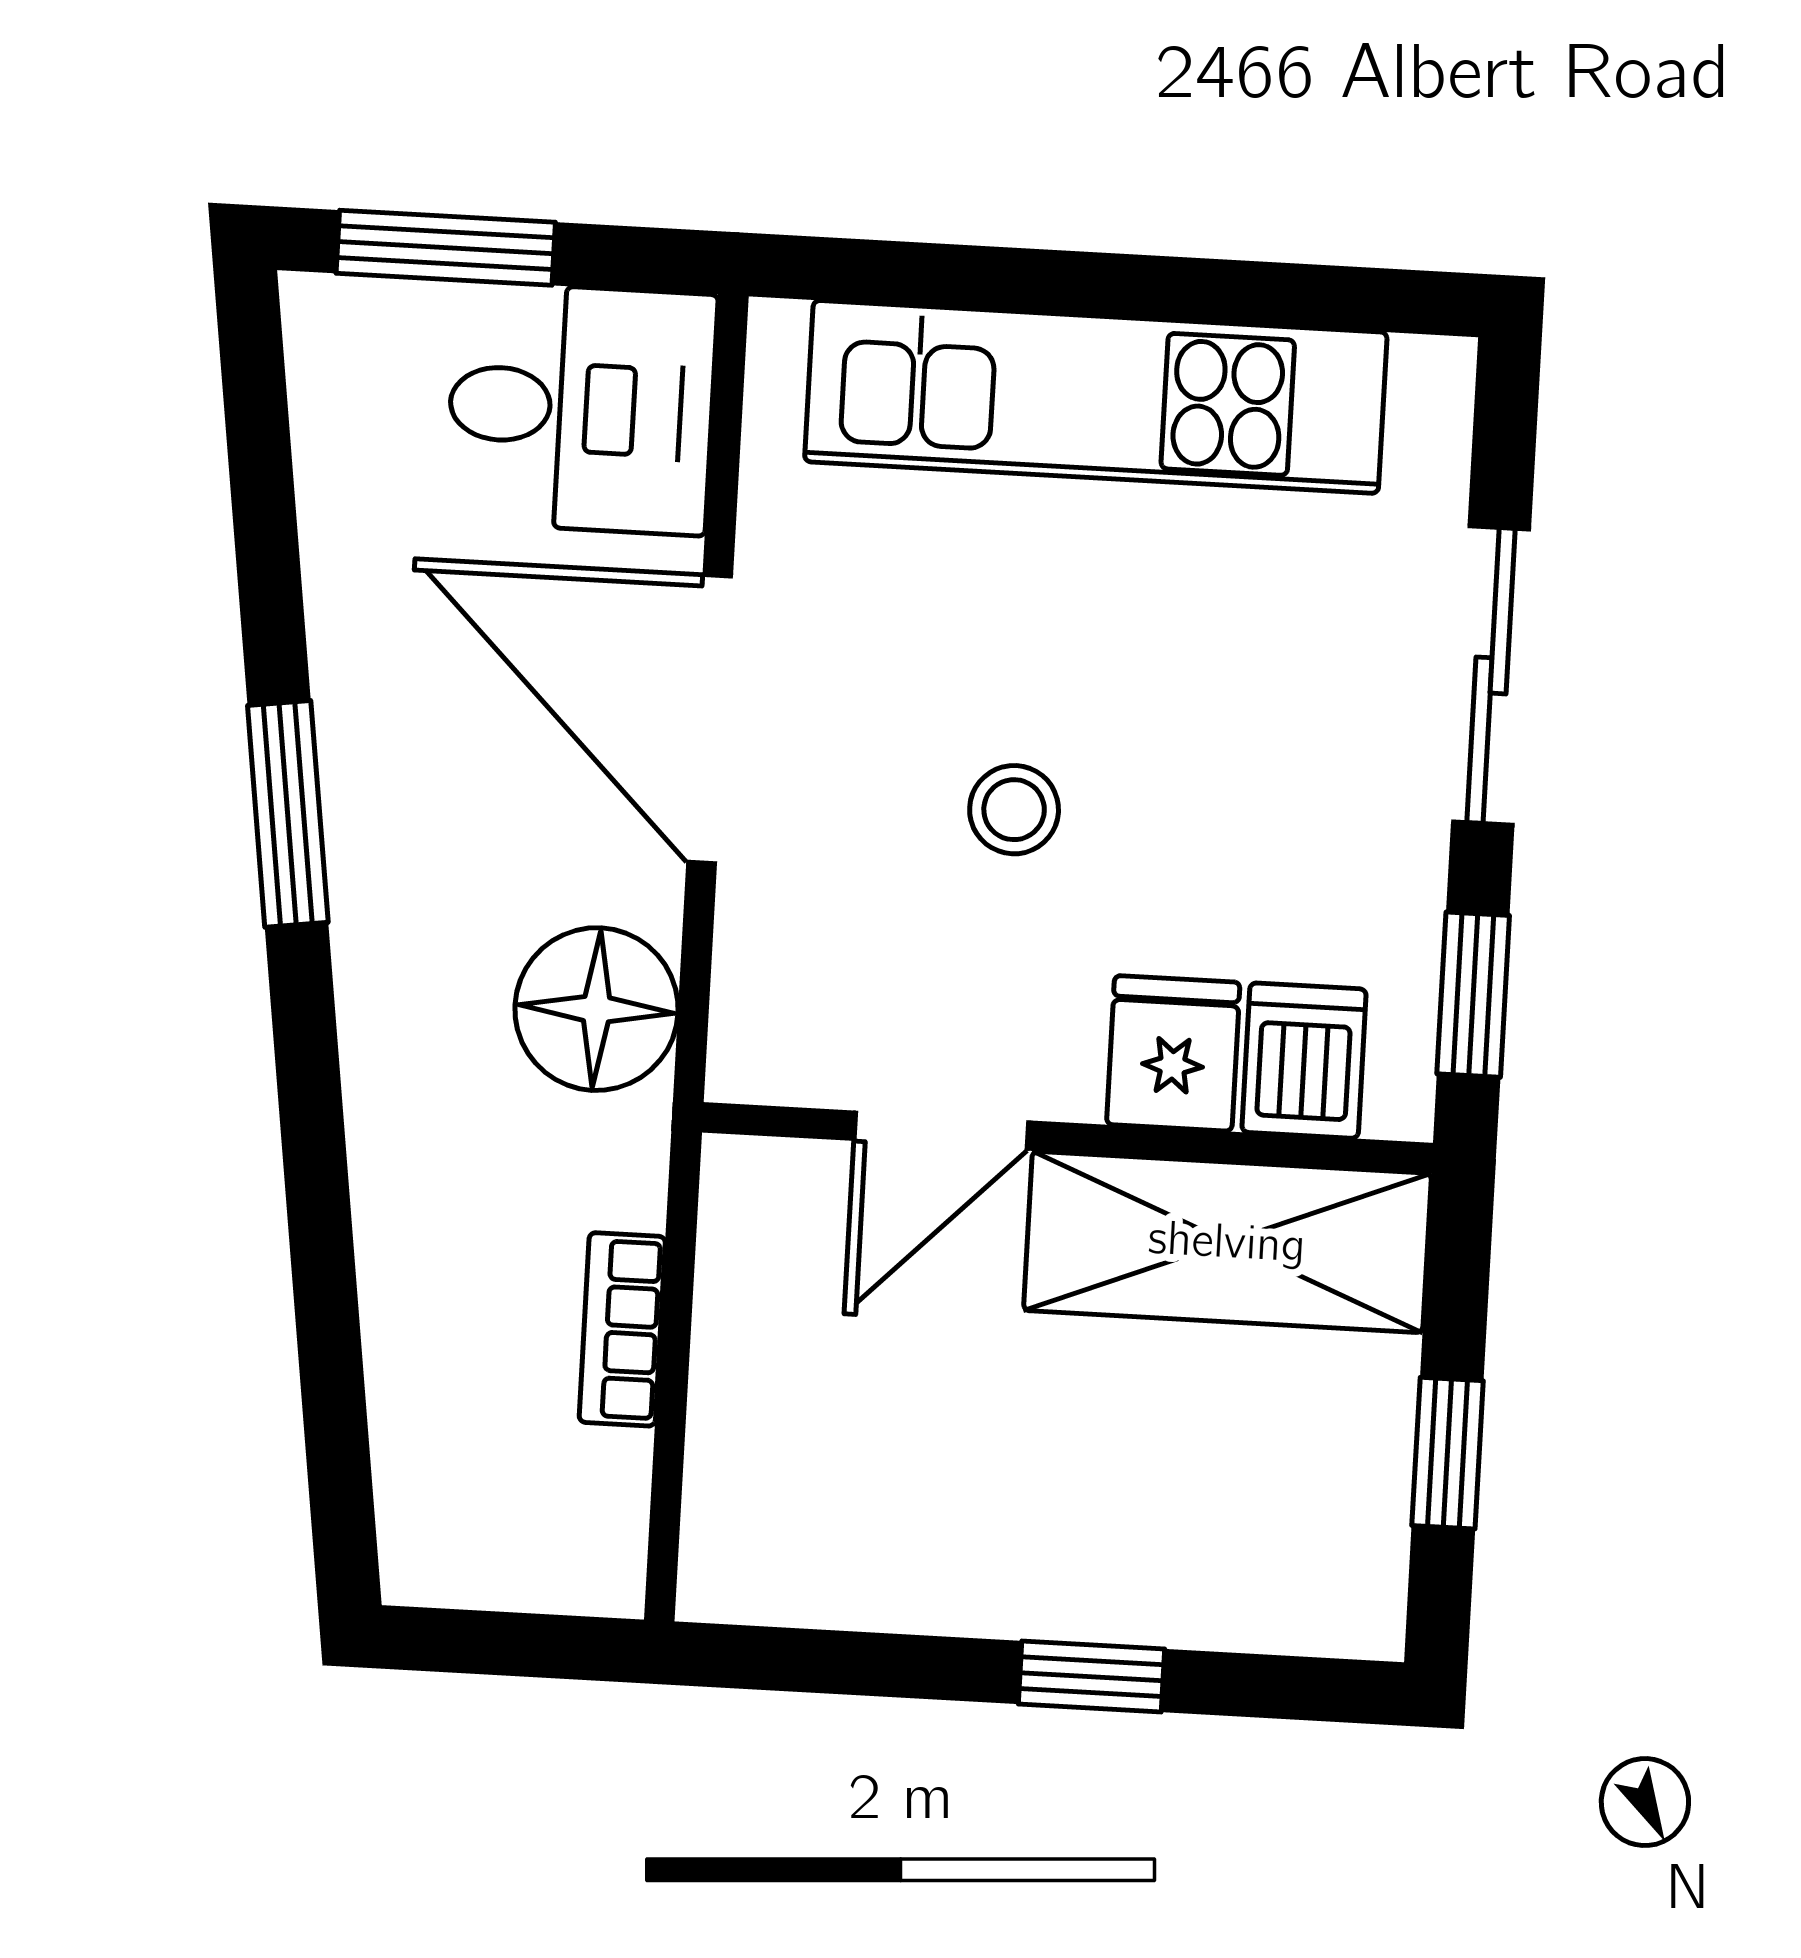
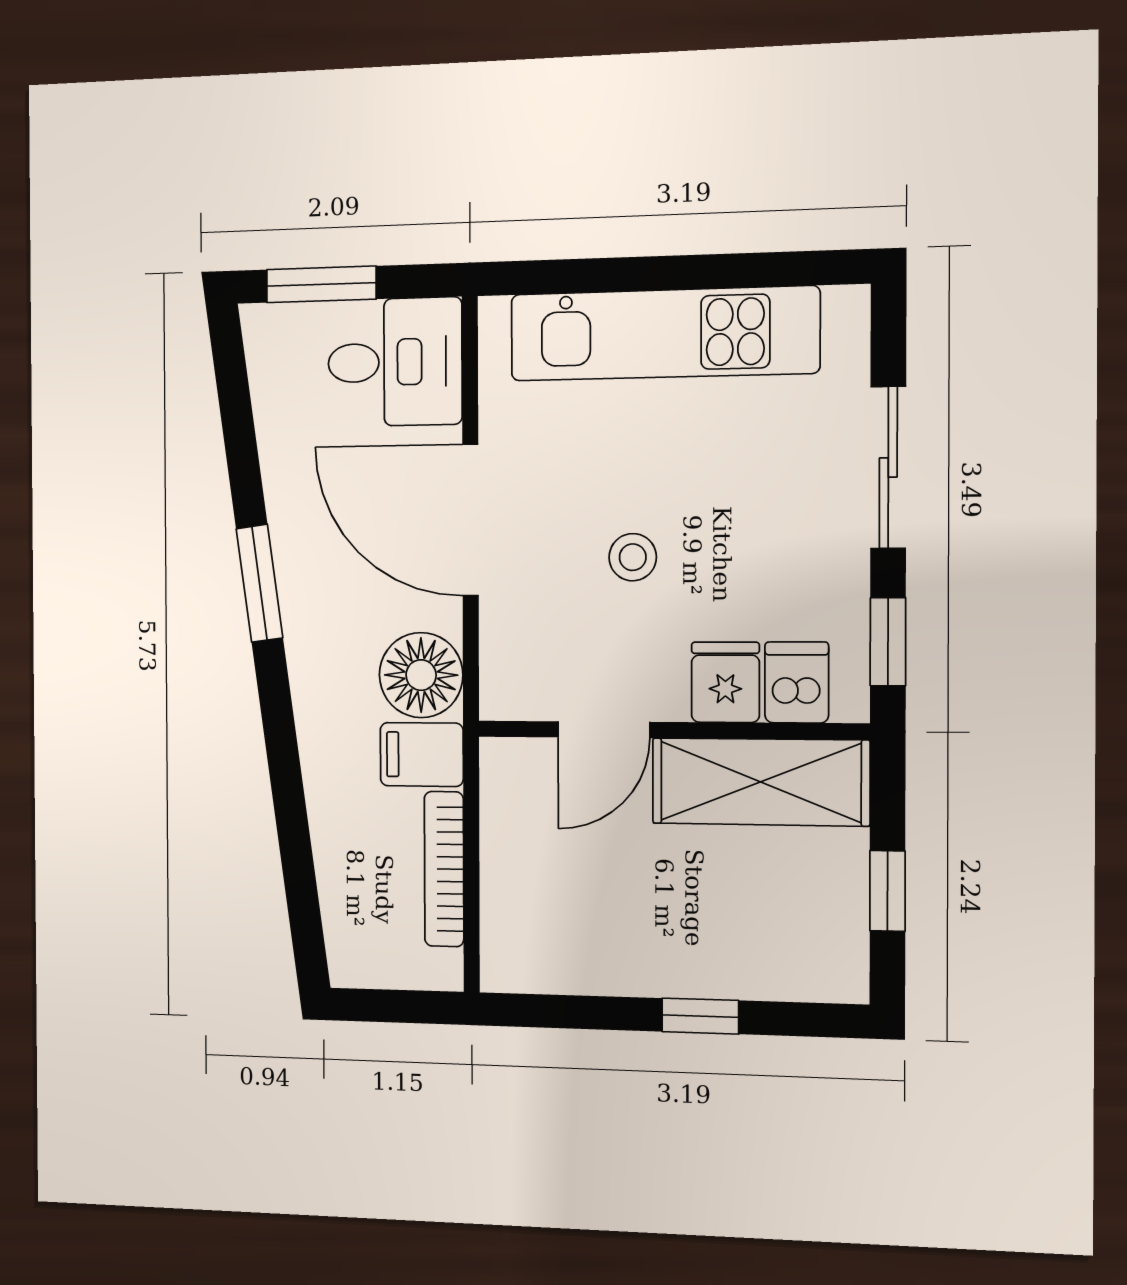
filing cabinet: (589, 1161) -> (422, 754), added
bookcase: (622, 1329) -> (444, 869), width x1.56

